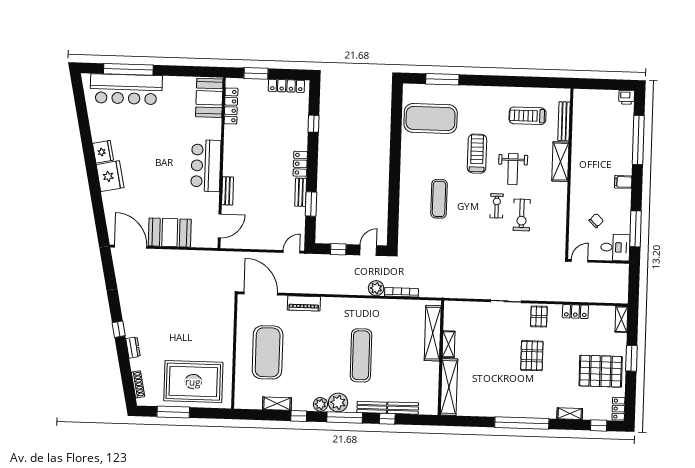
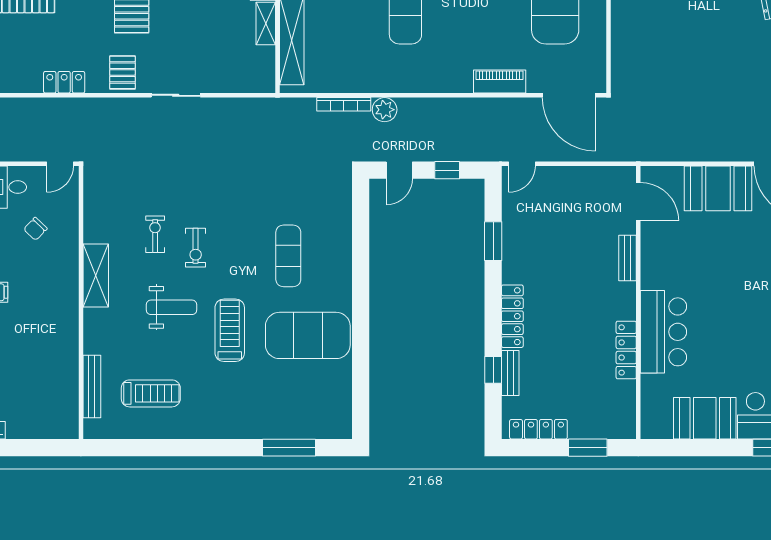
booth: (209, 98) -> (705, 418), moved, turned 90
locker: (231, 106) -> (626, 350), moved
exercise mat: (431, 118) -> (308, 335), moved
treadmill: (477, 154) -> (230, 330), turned 180
shelving: (560, 162) -> (96, 275), moved
locker: (300, 164) -> (512, 316), width x1.53
bar counter: (206, 166) -> (663, 332), moved
weight bench: (513, 169) -> (172, 307), turned 90
bench: (301, 192) -> (510, 373), moved
exercise bike: (522, 215) -> (155, 234), width x0.73, depth x0.72
door: (220, 226) -> (638, 201), swing flipped

